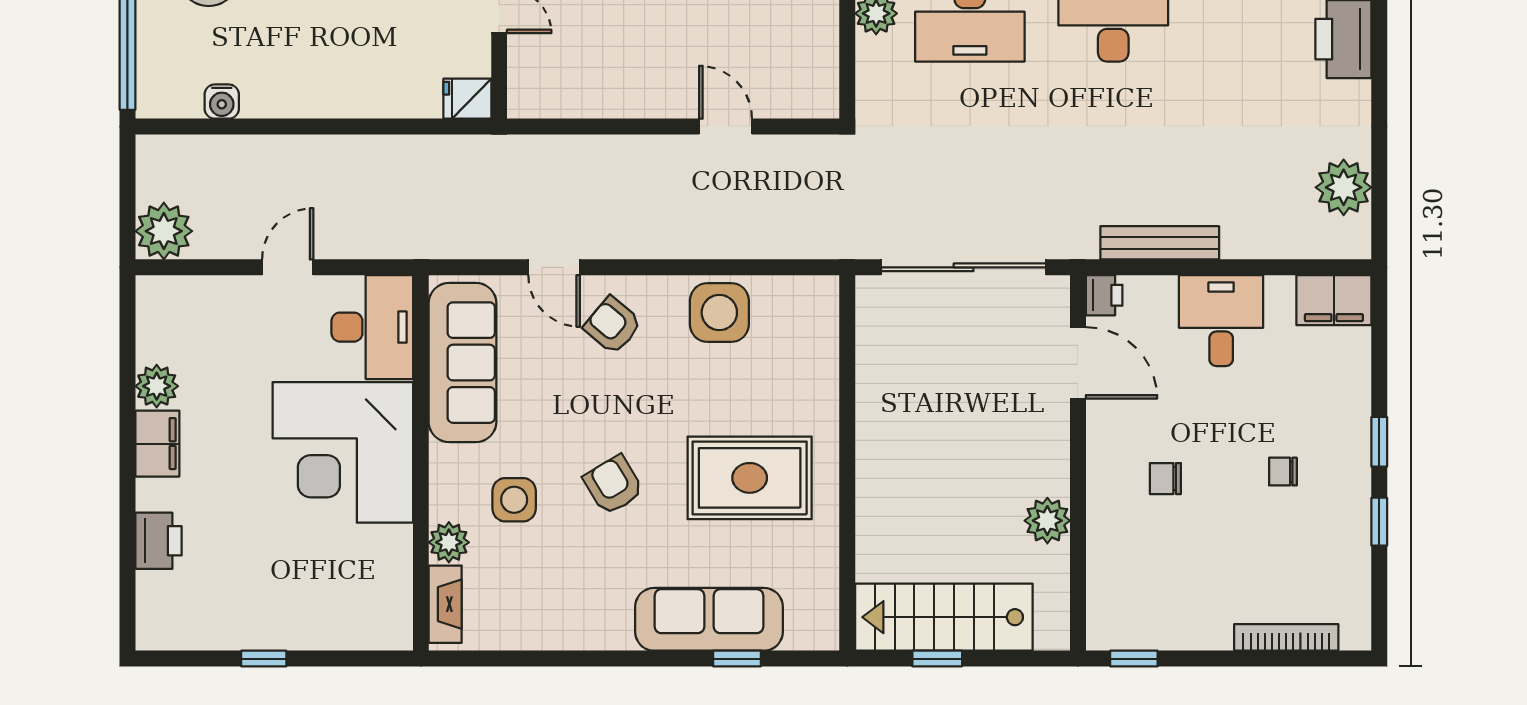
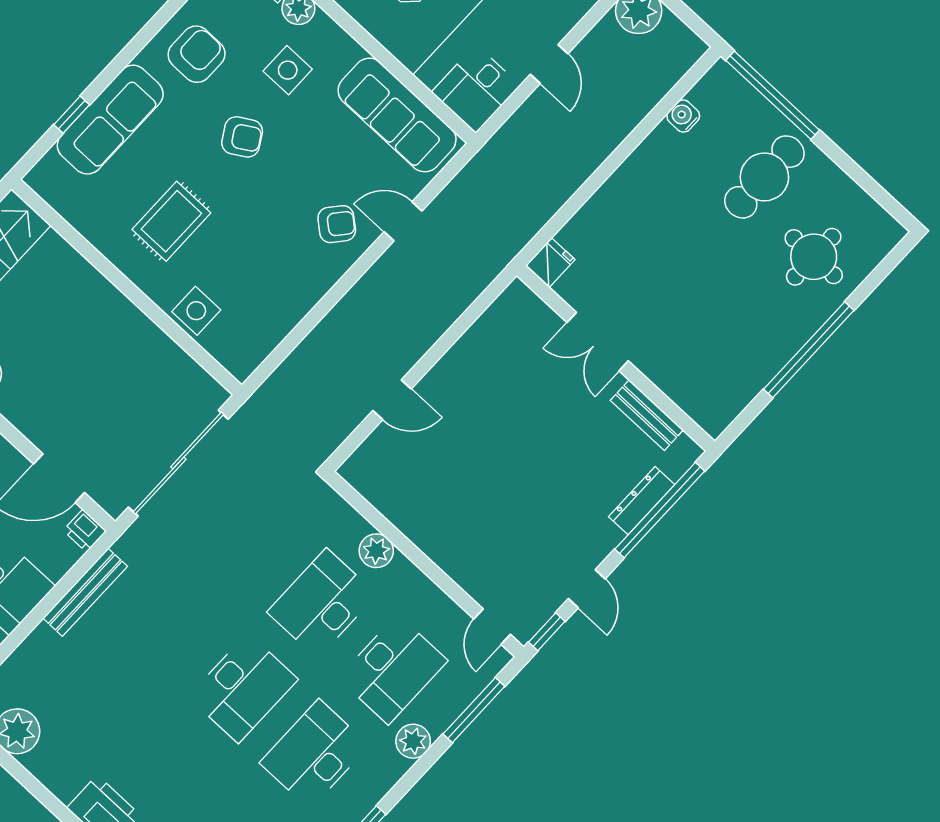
side table: (719, 312) -> (196, 311), moved, width x0.73, depth x0.73
desk: (372, 327) -> (476, 89), width x0.73
rug: (750, 478) -> (171, 221), width x0.73, depth x0.70
armchair: (577, 596) -> (197, 54), added

